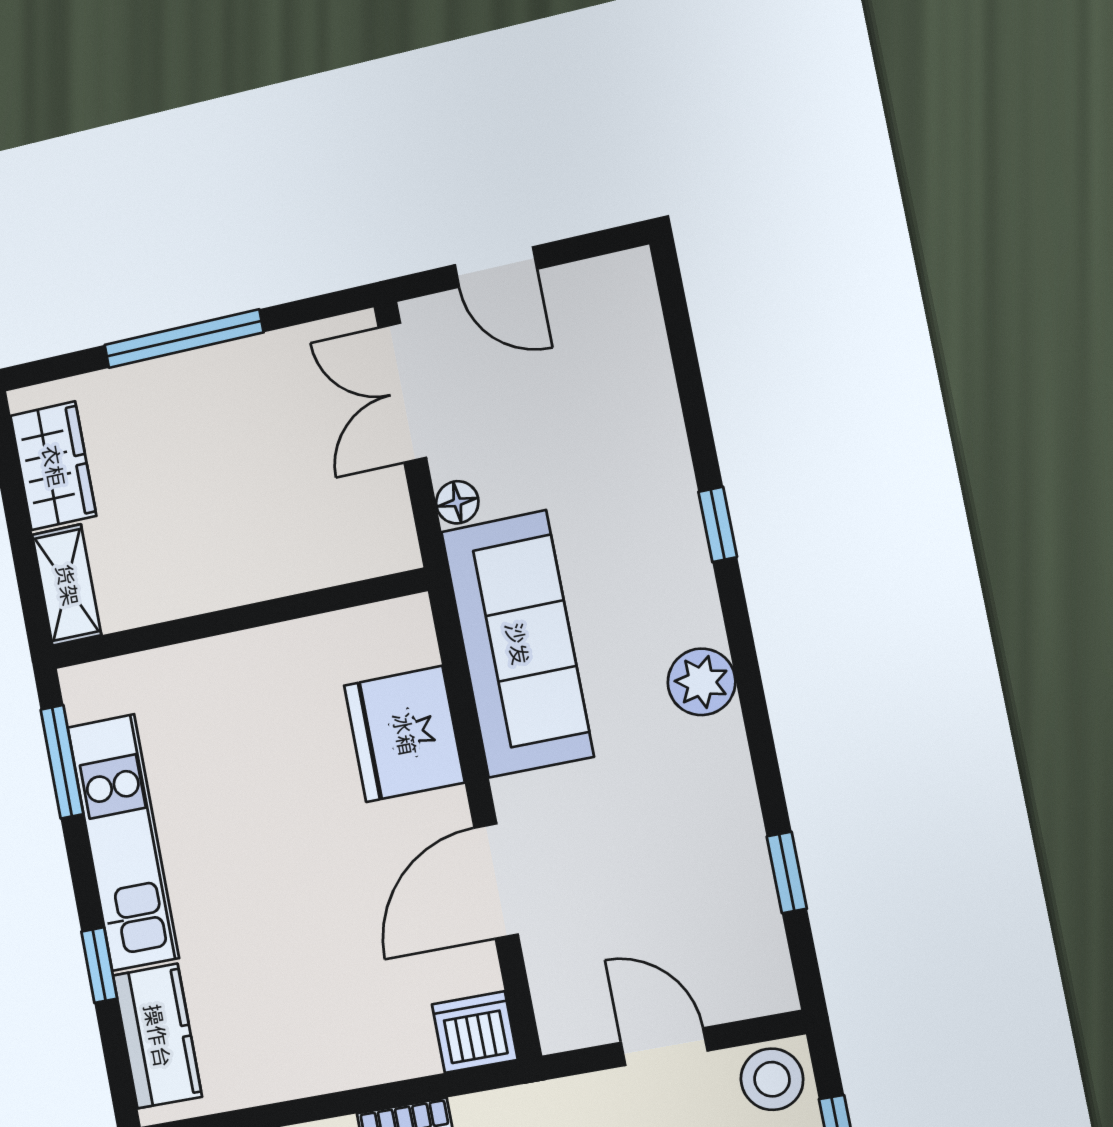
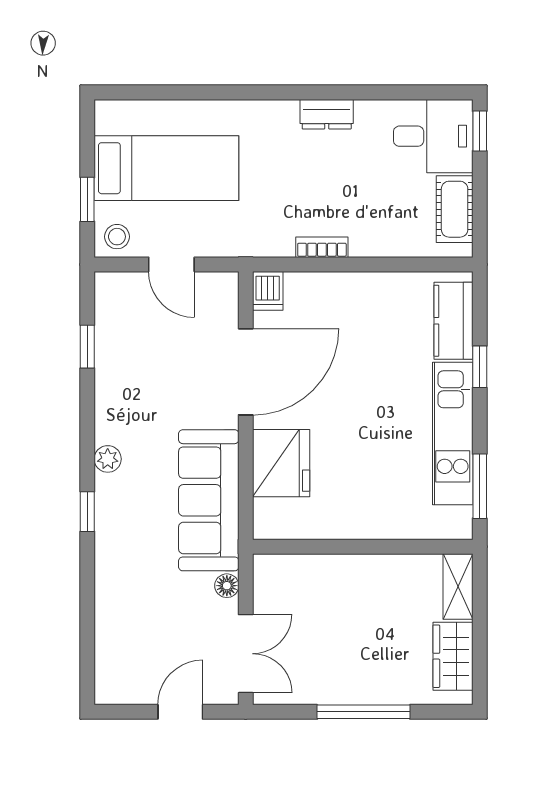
door: (496, 267) -> (180, 712), hinge flipped
window: (718, 524) -> (87, 512), moved
plant: (702, 682) -> (108, 459), width x0.73, depth x0.73
door: (496, 881) -> (246, 372), width x1.36
dishwasher: (475, 1032) -> (268, 291), width x0.73
stool: (772, 1079) -> (117, 237), width x0.73, depth x0.73

